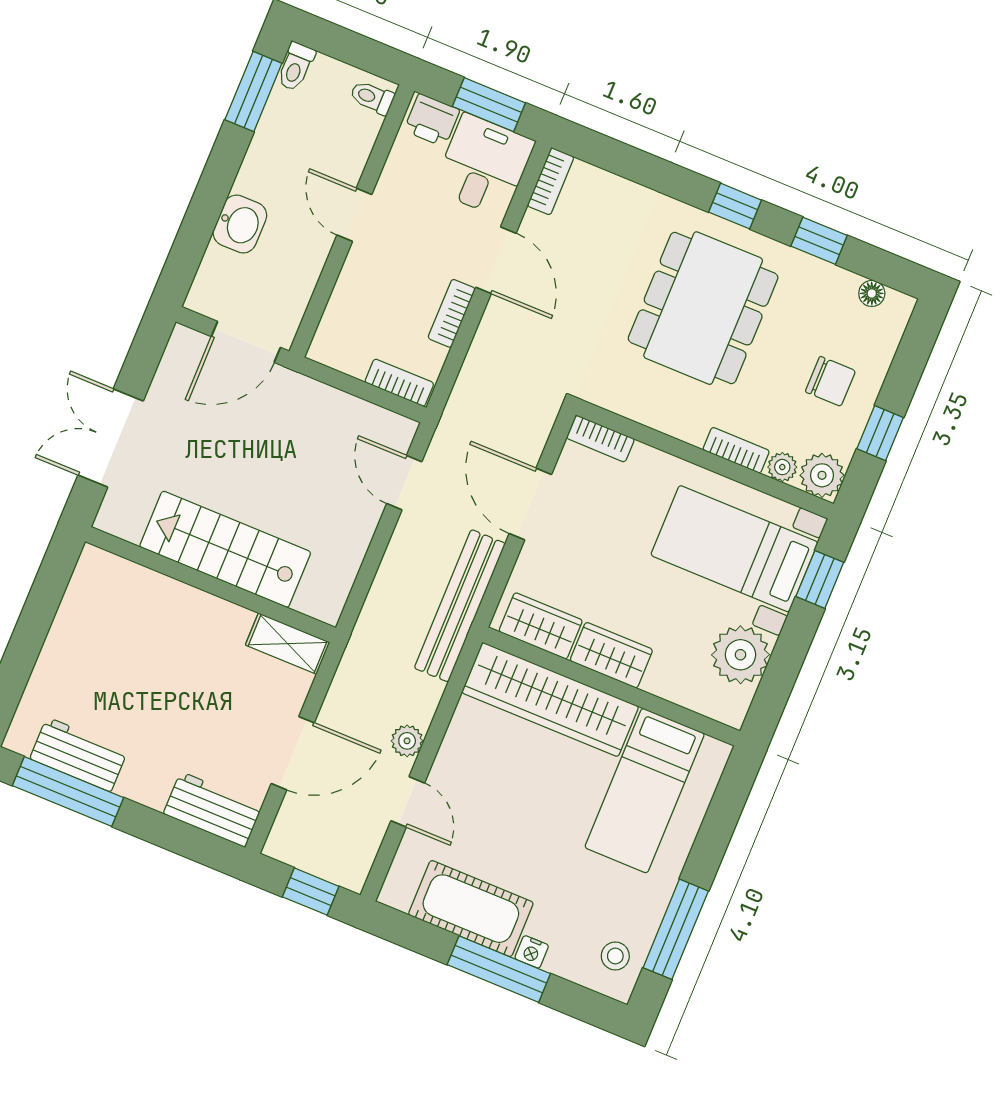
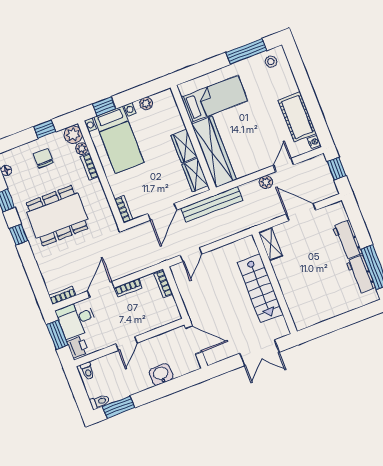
plant: (740, 655) -> (146, 103), width x0.53, depth x0.53
workbench: (213, 809) -> (347, 240), moved
nightstand: (532, 952) -> (314, 142), moved
window: (499, 969) -> (307, 92), removed

